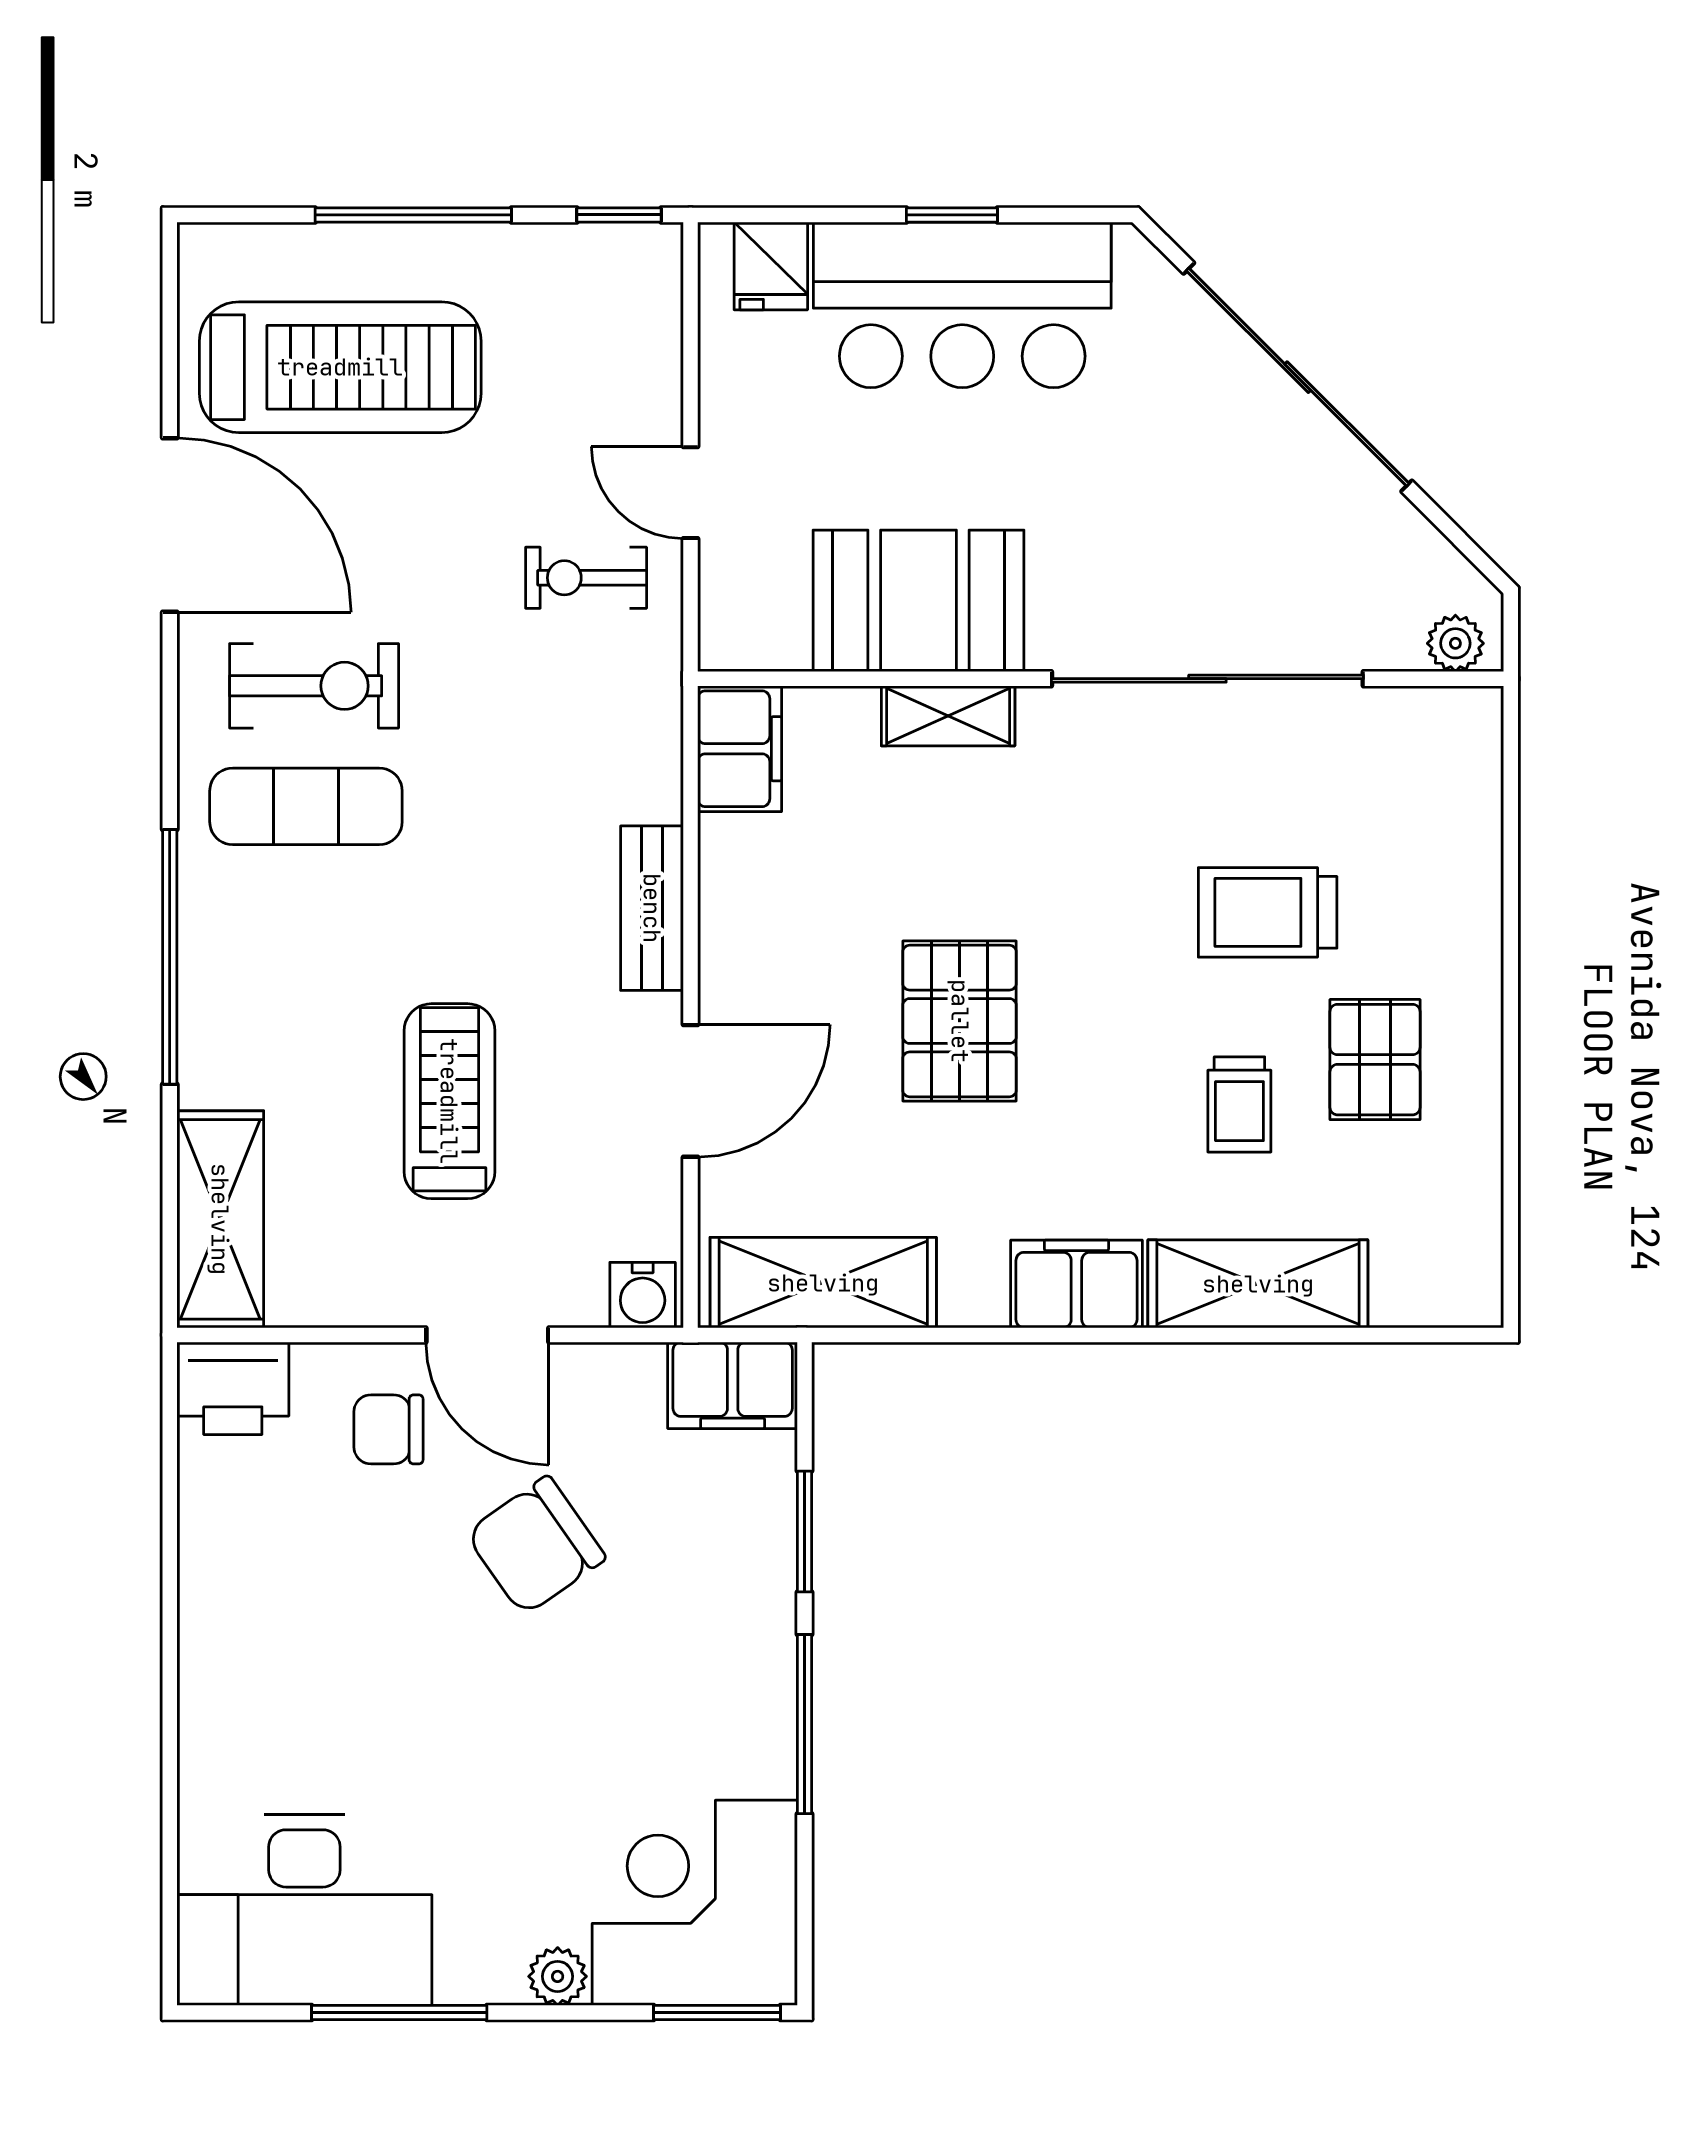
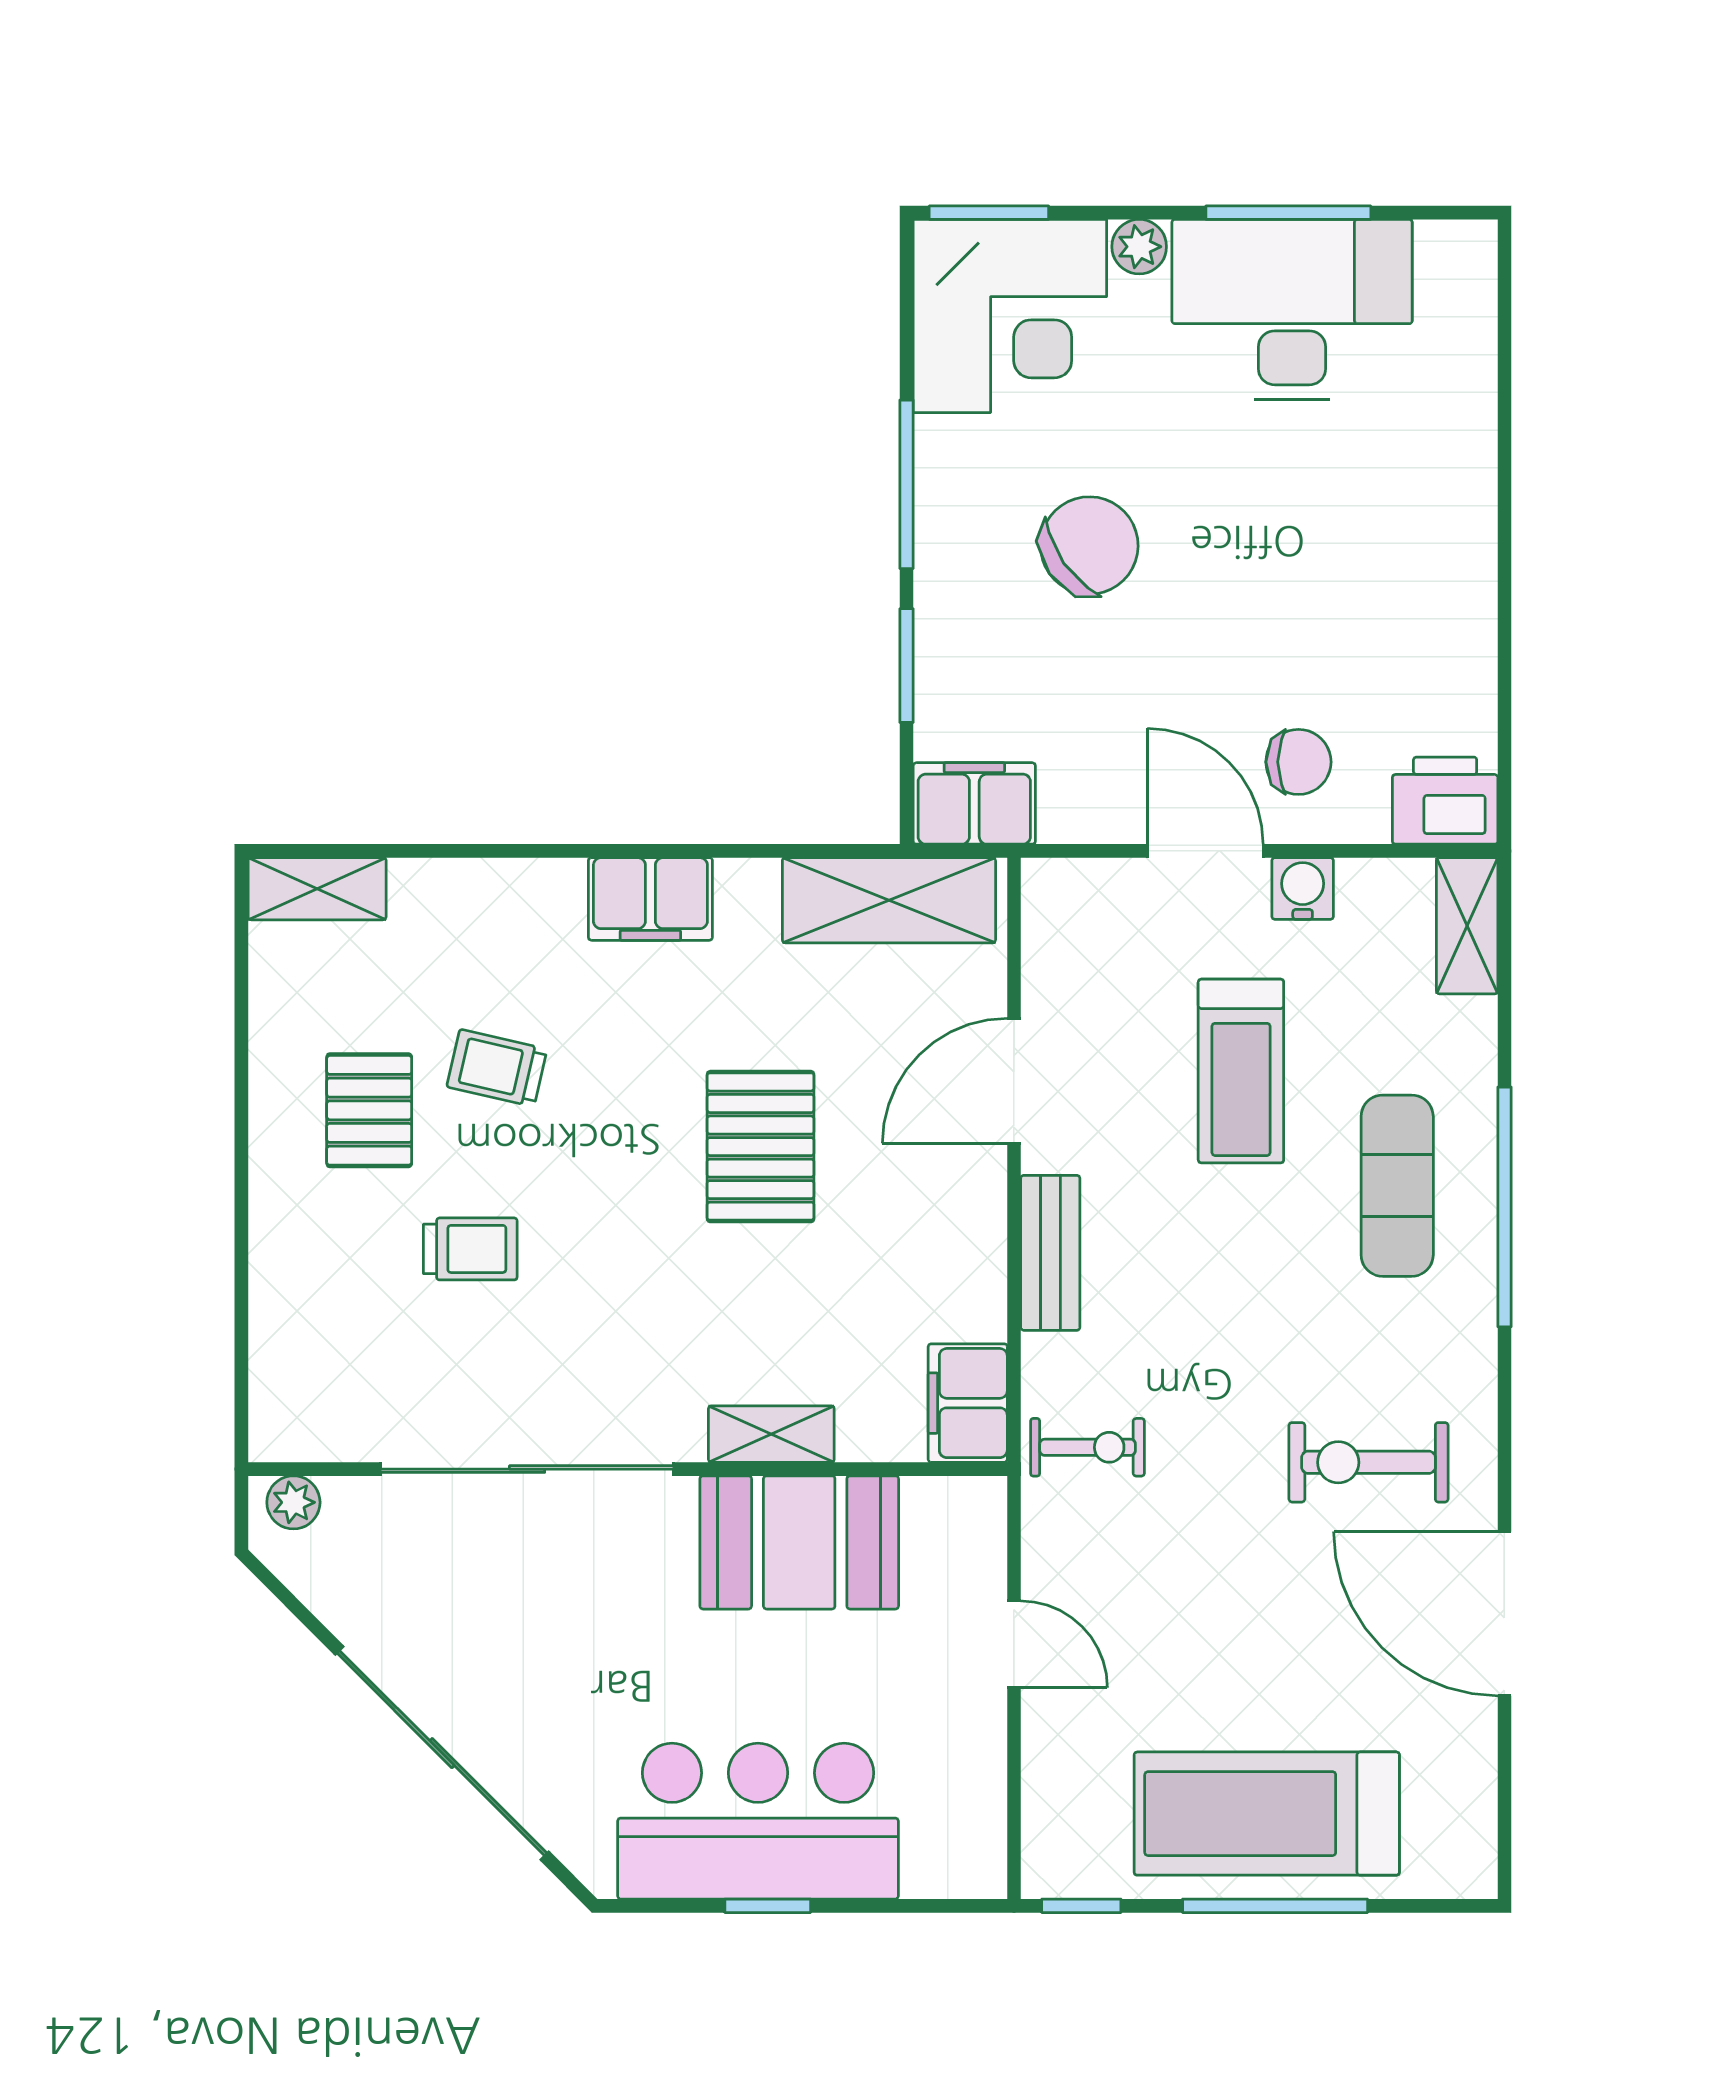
fridge: (771, 266) -> (938, 1858), removed
treadmill: (340, 367) -> (1267, 1814), moved
exercise bike: (586, 578) -> (1088, 1447), moved
exercise mat: (306, 806) -> (1397, 1186), moved, turned 90
trolley: (1268, 912) -> (470, 1249), width x0.73, depth x0.72
trolley: (1239, 1104) -> (497, 1068), turned -77
shelving: (220, 1219) -> (1467, 926), width x0.67, depth x0.75
shelving: (1258, 1284) -> (317, 889), moved, width x0.67, depth x0.75
water cooler: (643, 1295) -> (1303, 888), moved
chair: (536, 1546) -> (1089, 546), moved
desk: (304, 1910) -> (1292, 309), moved

